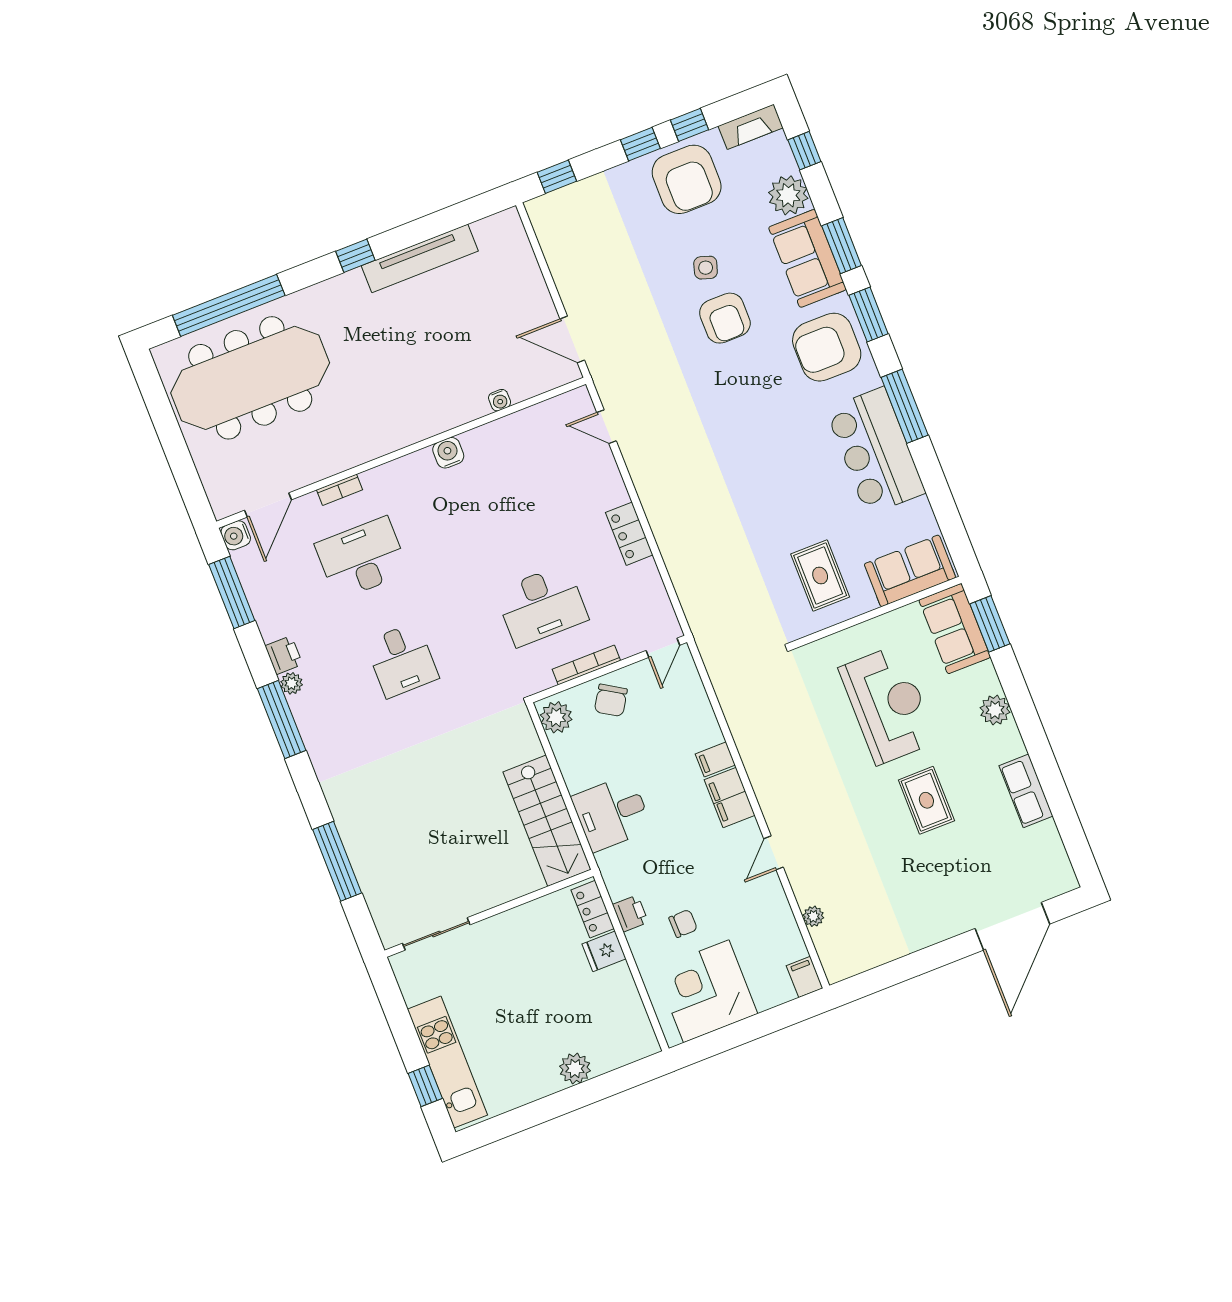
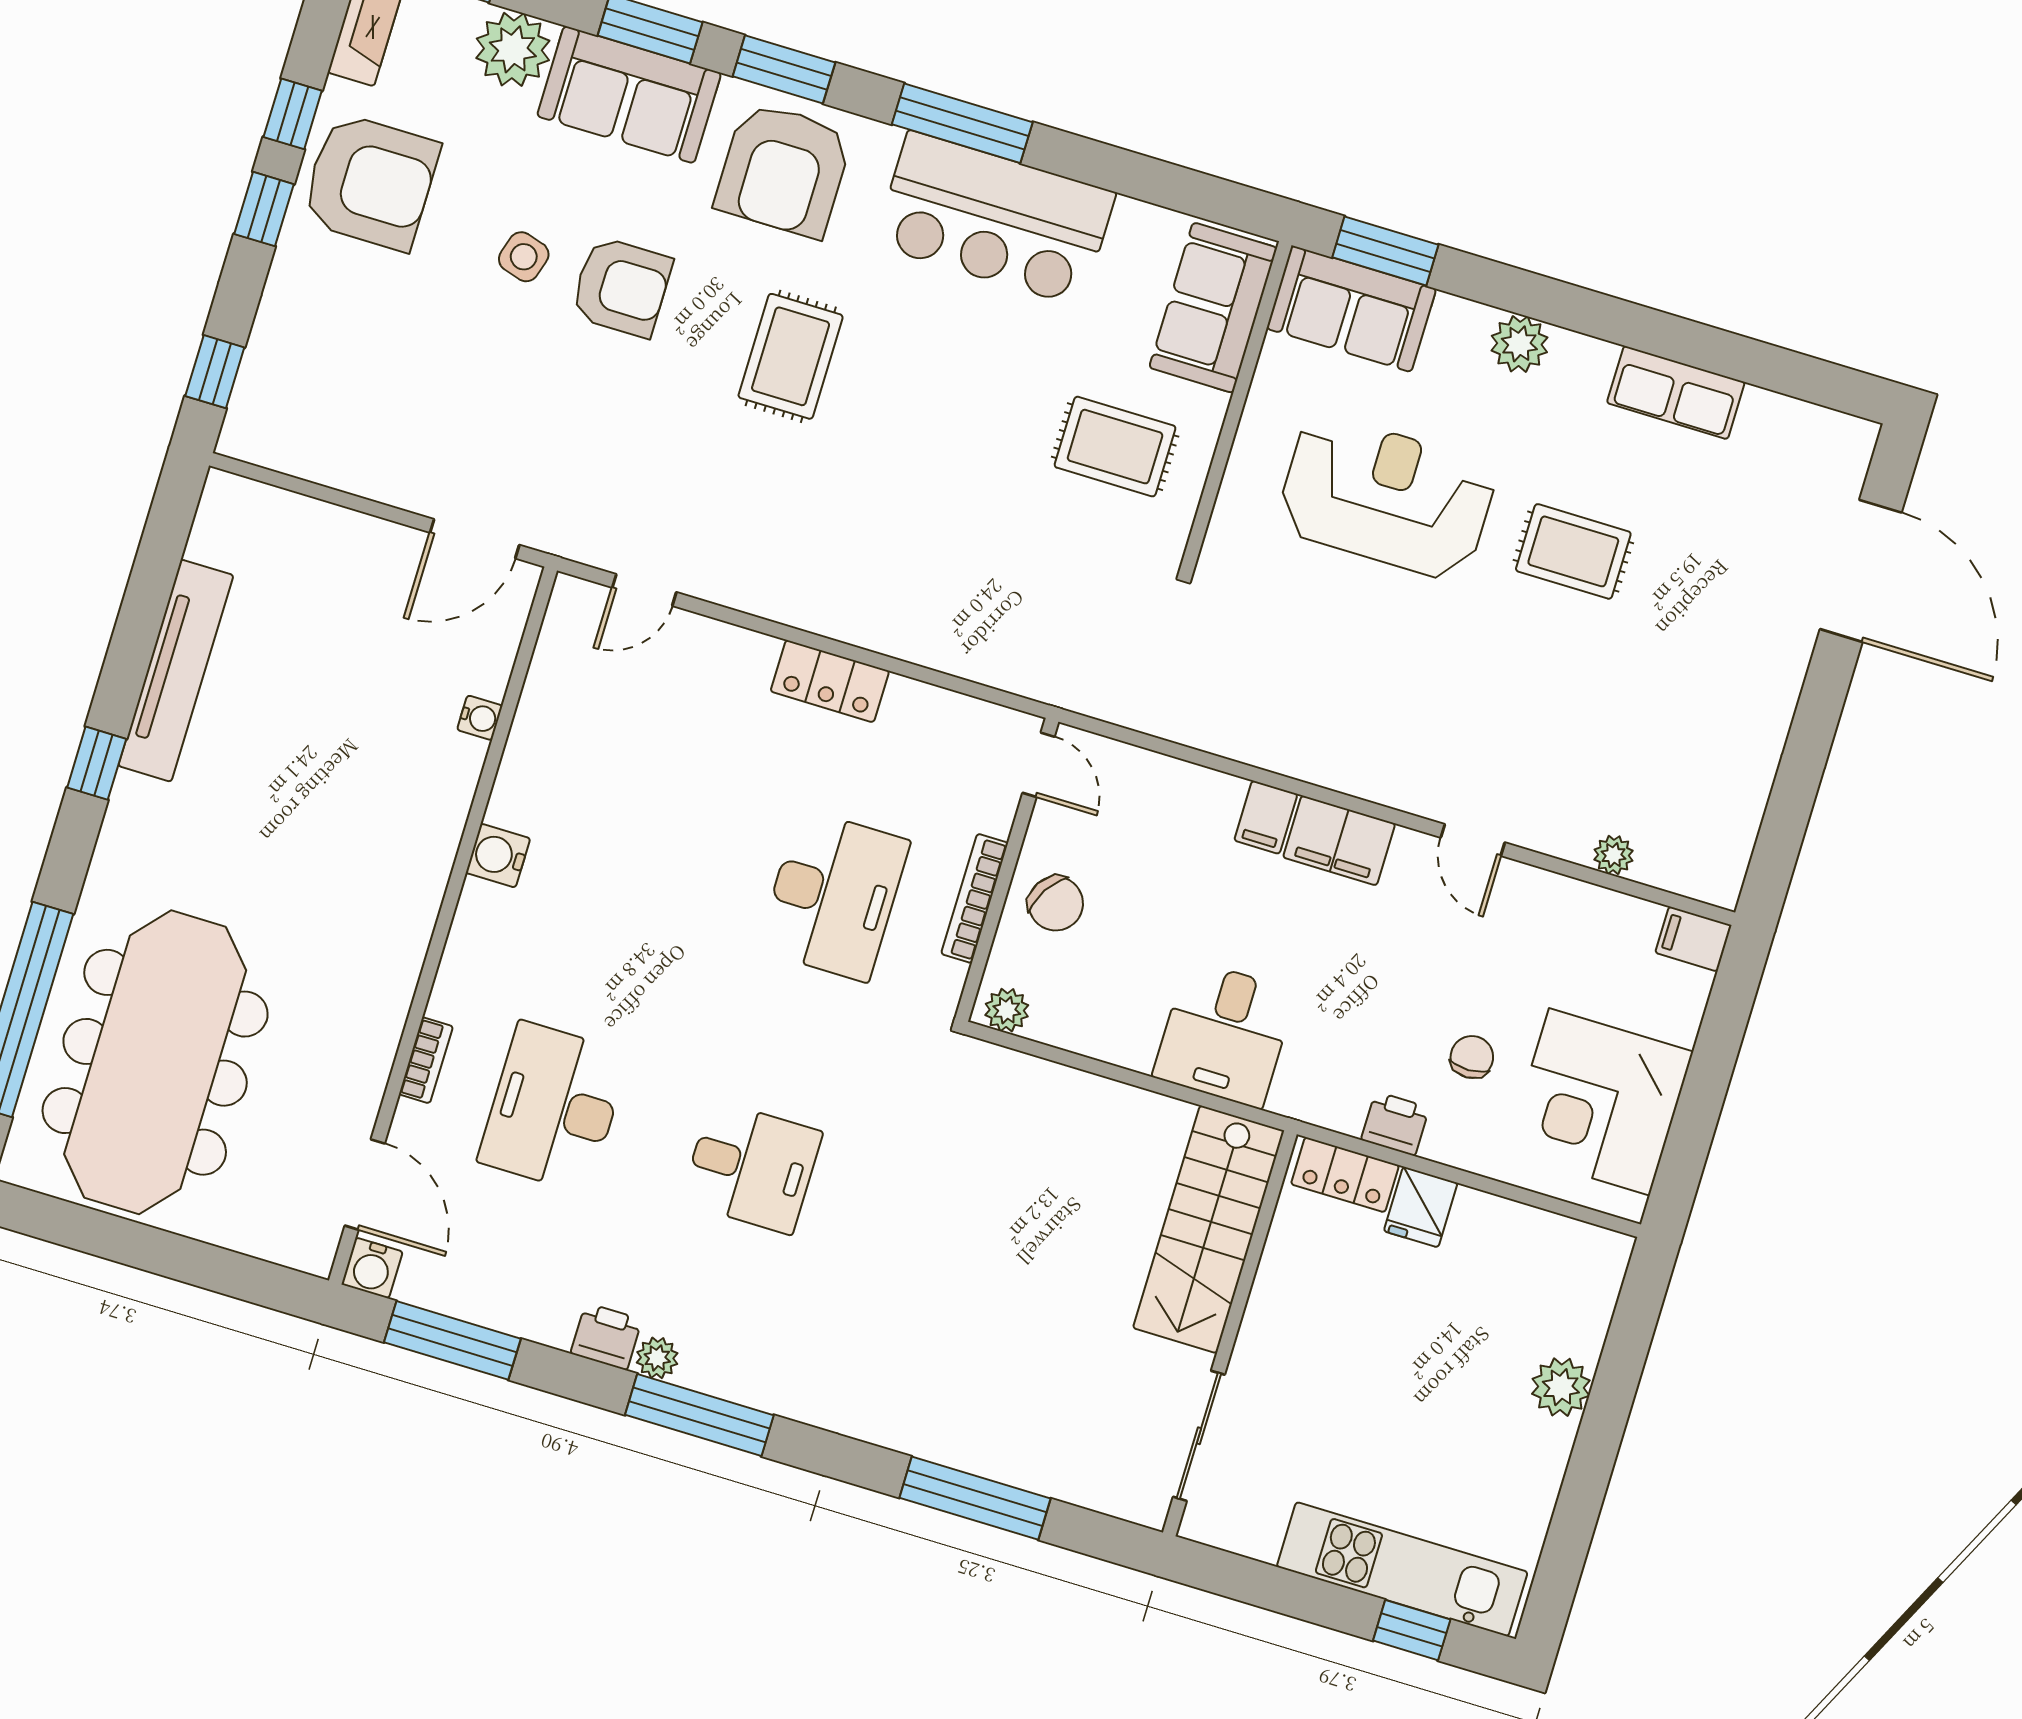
rug: (751, 411) -> (791, 356), added
plant: (556, 717) -> (1007, 1010), width x0.73, depth x0.73
stairs: (547, 821) -> (1209, 1229), moved, turned 90

